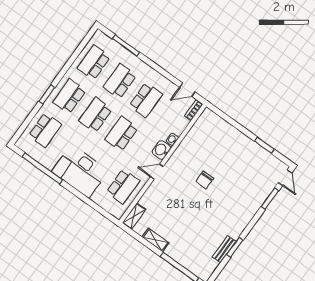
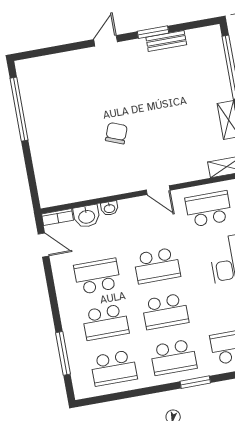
window: (264, 145) -> (19, 109), width x2.11
washbasin: (161, 150) -> (87, 216), moved
door: (285, 178) -> (106, 41), moved
chair: (205, 180) -> (116, 133), turned -69
window: (270, 199) -> (67, 48), removed

